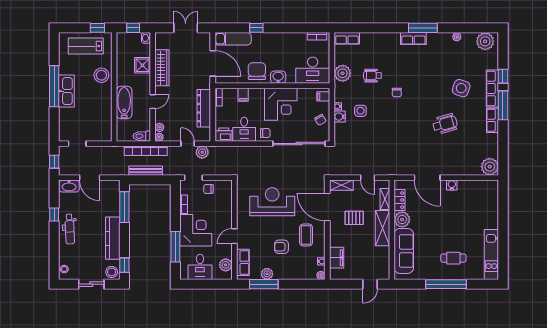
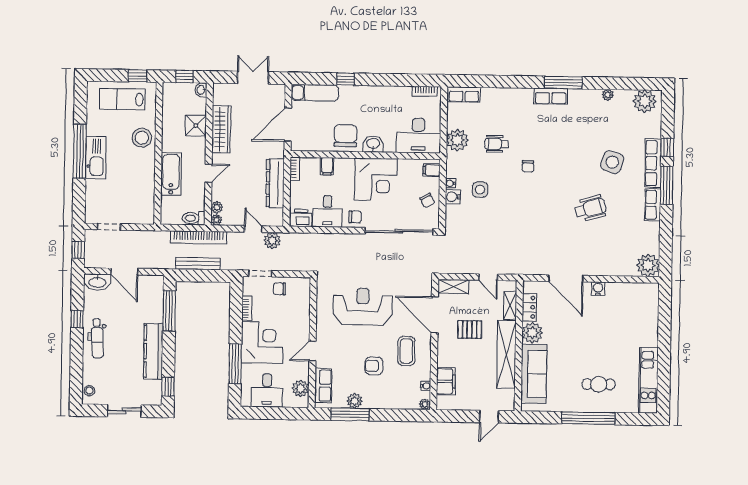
door: (213, 63) -> (288, 125), swing flipped
shelving: (383, 228) -> (506, 354), width x1.47
stool: (112, 272) -> (151, 395), removed

